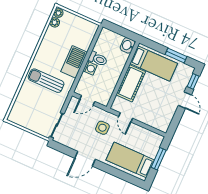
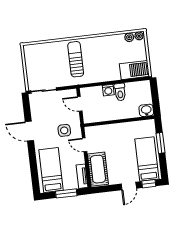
window: (176, 55) -> (161, 143), moved
barbecue: (74, 62) -> (134, 70), moved
bed: (154, 64) -> (147, 159), moved, turned 180
cot: (131, 83) -> (98, 169), moved, turned 90
door: (126, 117) -> (85, 145), hinge flipped
tv unit: (152, 136) -> (82, 176), added

